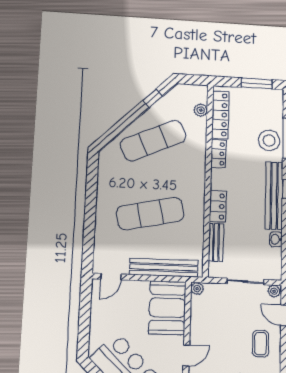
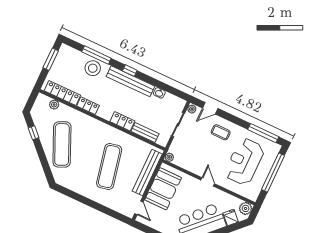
booth: (167, 308) -> (163, 189), moved, turned 90

